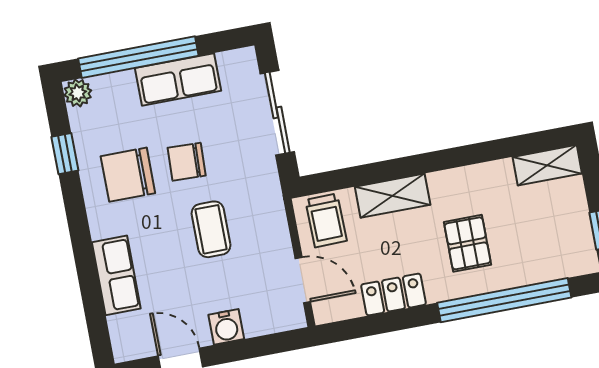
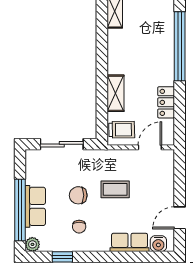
row of seats: (178, 79) -> (35, 206), moved
chair: (187, 162) -> (78, 195), turned 88
chair: (128, 175) -> (79, 227), width x0.54, depth x0.54
pallet: (467, 243) -> (147, 60), removed
water cooler: (226, 327) -> (158, 244), moved, turned 90

